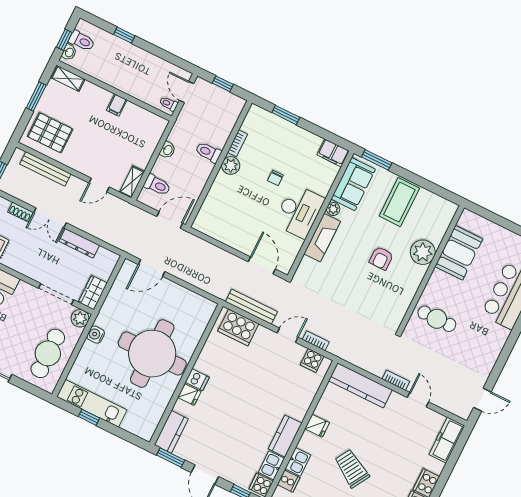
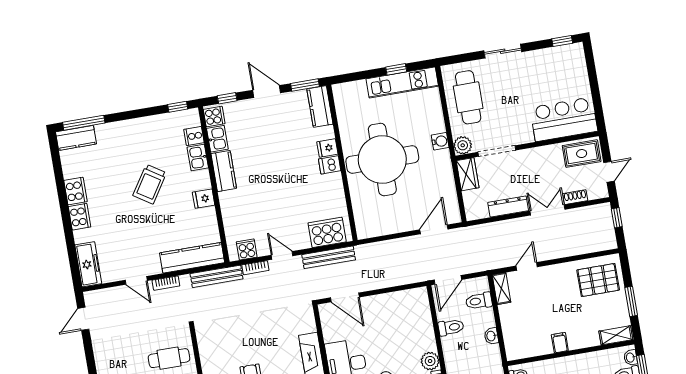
toilet: (208, 152) -> (451, 327), moved
bench: (45, 169) -> (217, 276), moved
door: (288, 335) -> (282, 255), swing flipped
trolley: (352, 468) -> (150, 184), turned 92

